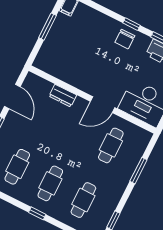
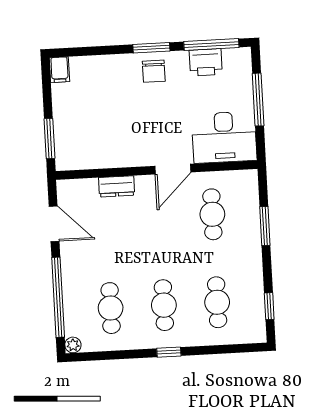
window: (132, 24) -> (151, 48), width x1.50
window: (47, 27) -> (49, 139), moved

